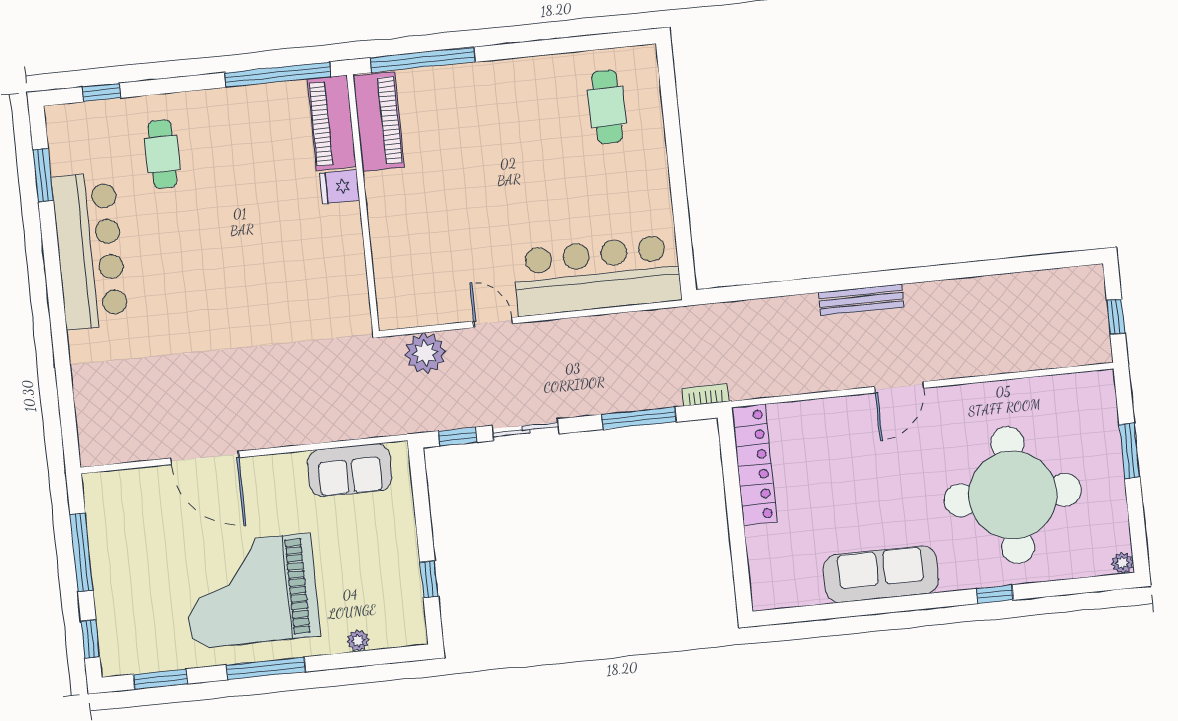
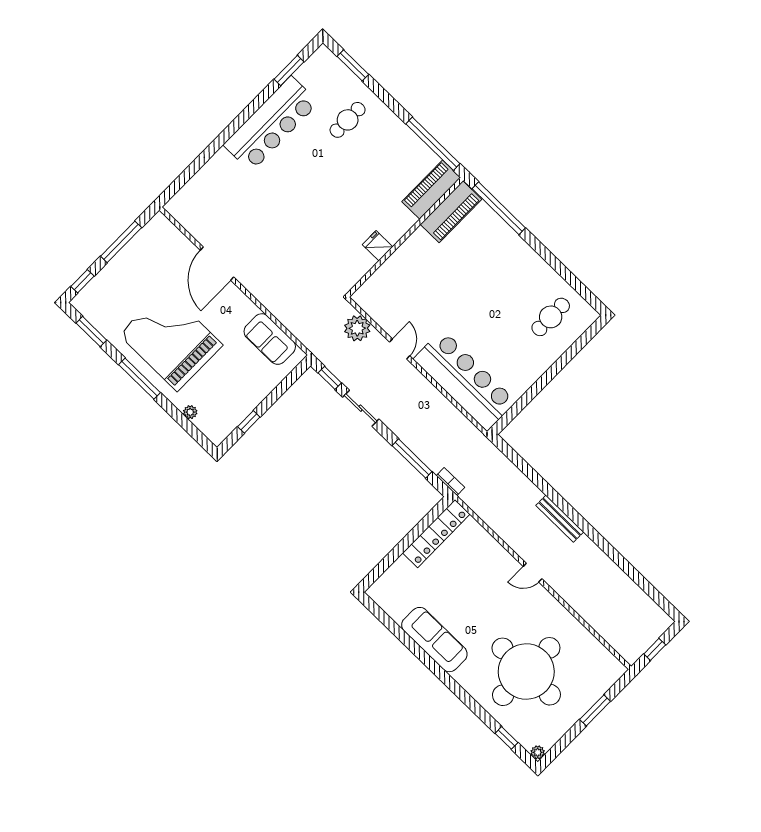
window: (102, 92) -> (353, 65), width x1.50
fridge: (340, 187) -> (378, 246), moved
door: (899, 387) -> (533, 573), width x0.73
window: (995, 594) -> (506, 738), moved

